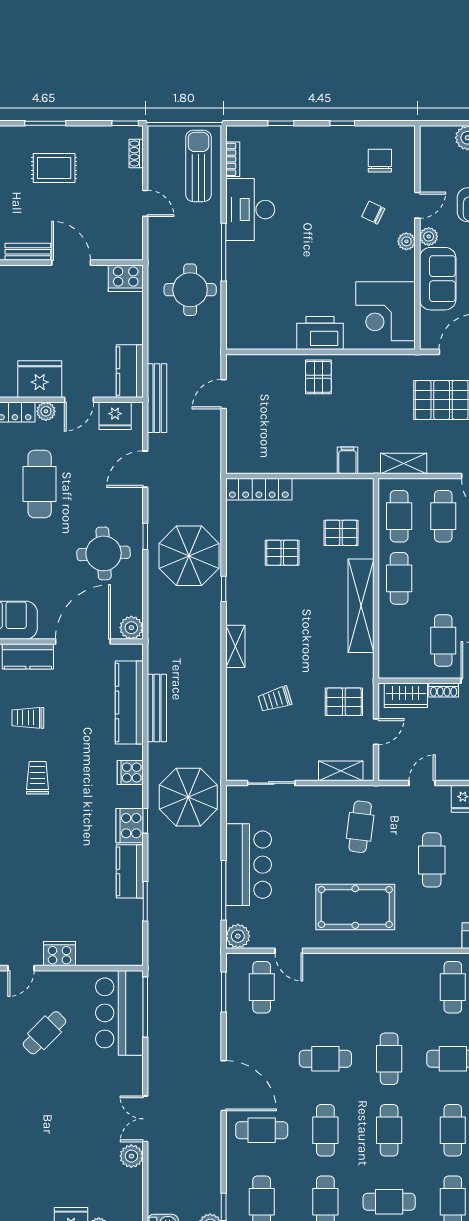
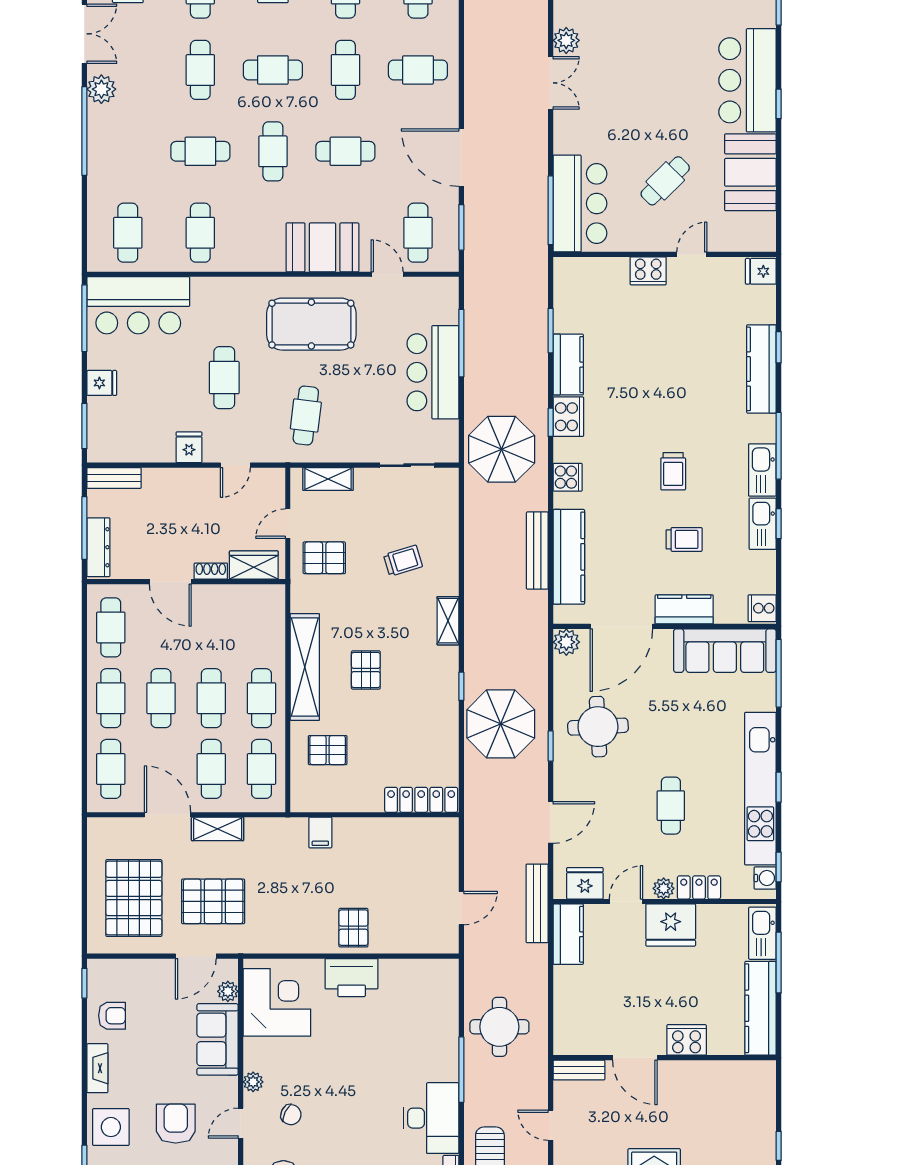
plant: (429, 236) -> (228, 991), moved
bench: (28, 252) -> (579, 1070), moved
cooker: (126, 278) -> (687, 1040), moved
shelving: (404, 464) -> (218, 829), moved
cafe table: (40, 484) -> (671, 806), width x0.73, depth x0.74
pallet: (282, 553) -> (366, 670), moved, turned 90
cafe table: (443, 641) -> (211, 698), moved
plant: (238, 936) -> (445, 291), removed
booth: (346, 974) -> (322, 247), added
door: (224, 1086) -> (461, 158), moved
cafe table: (389, 1130) -> (273, 70), turned 90

